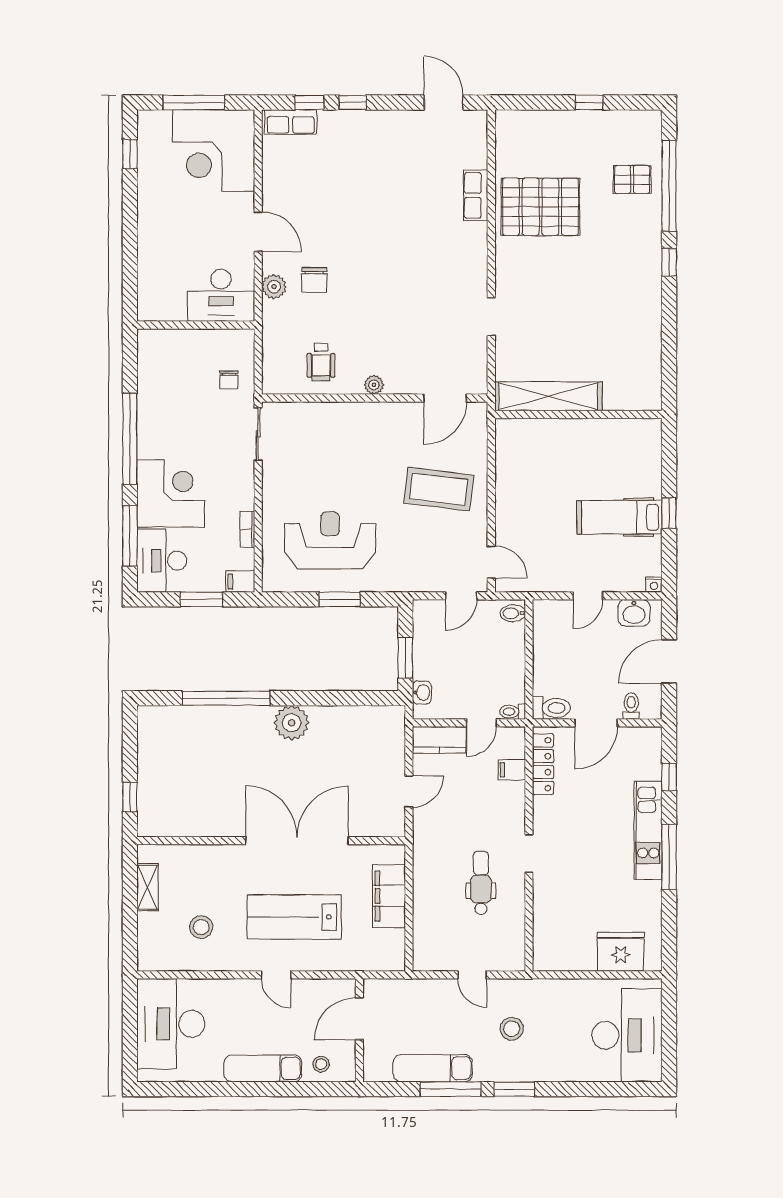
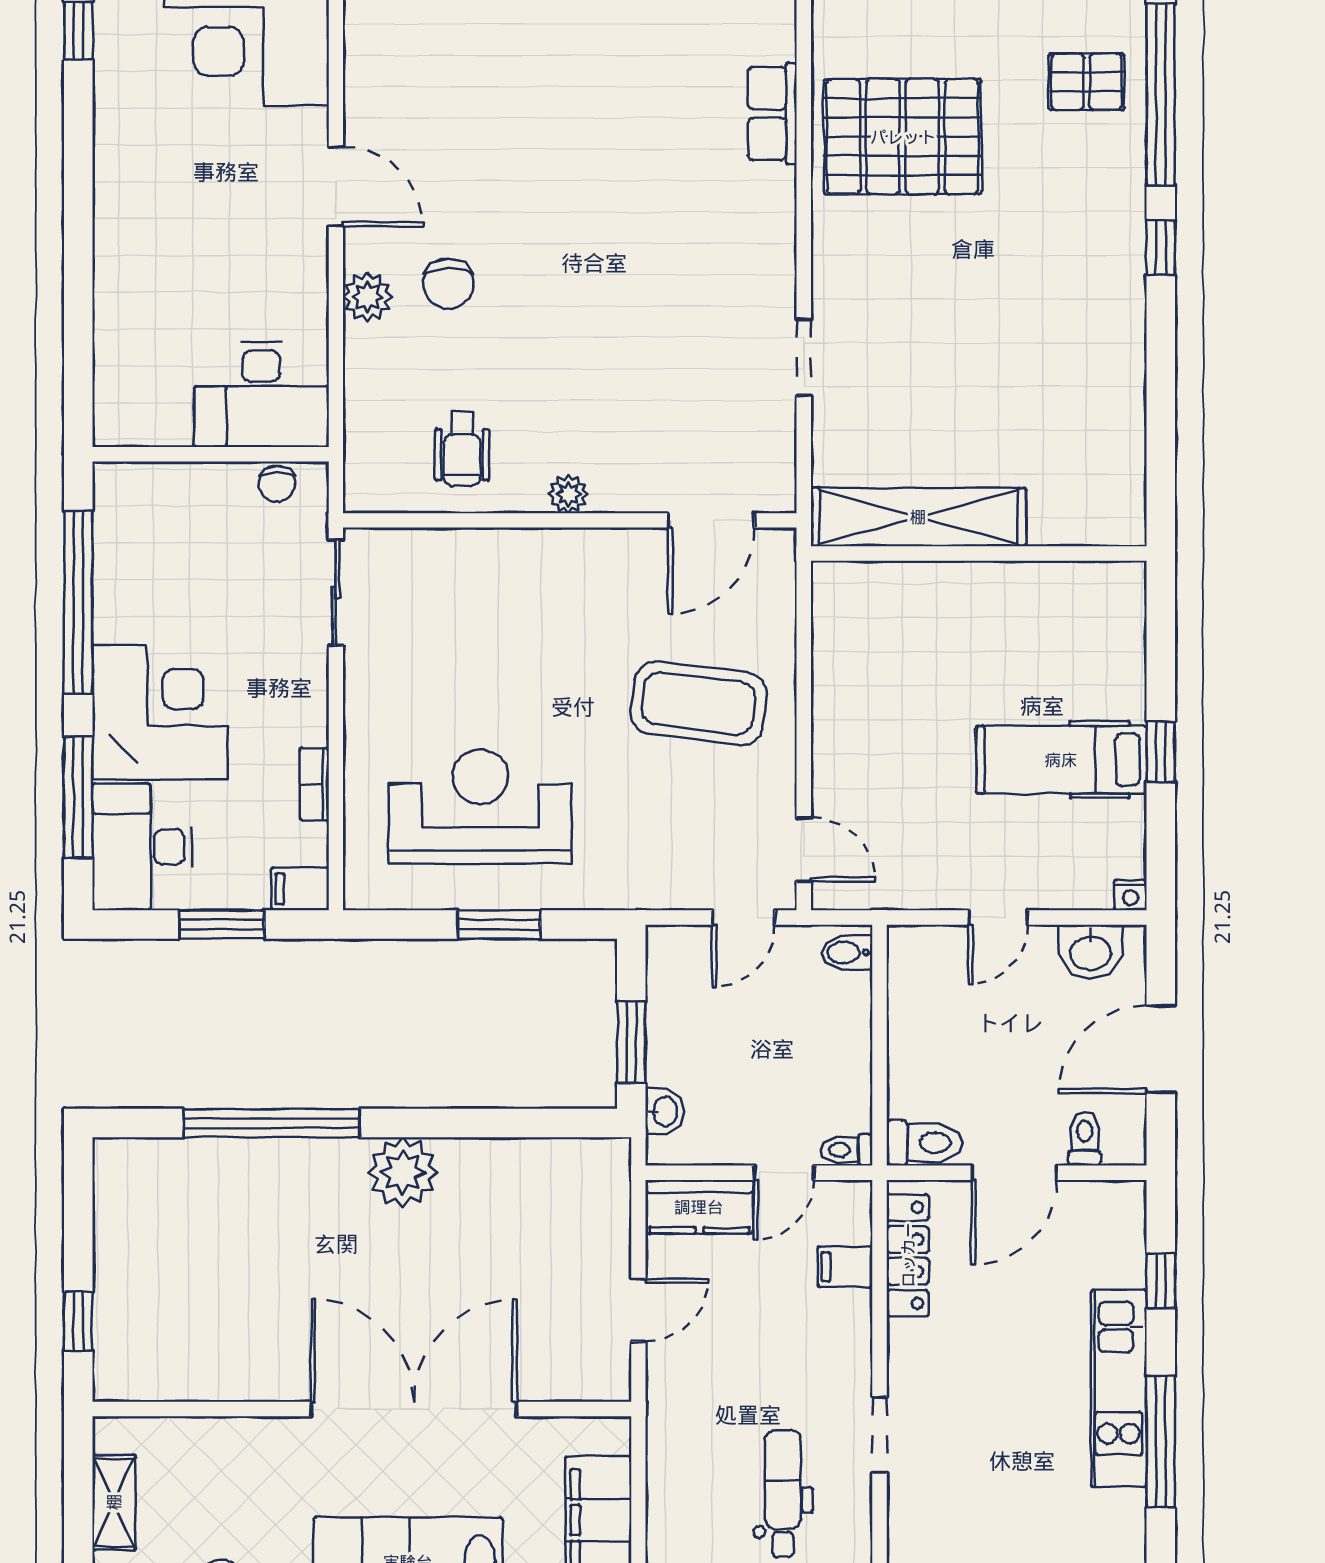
desk: (221, 295) -> (261, 395), moved
wall: (196, 325) -> (211, 454), moved

